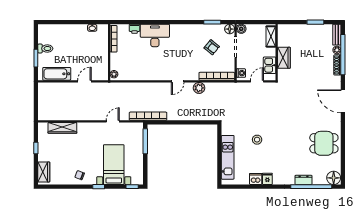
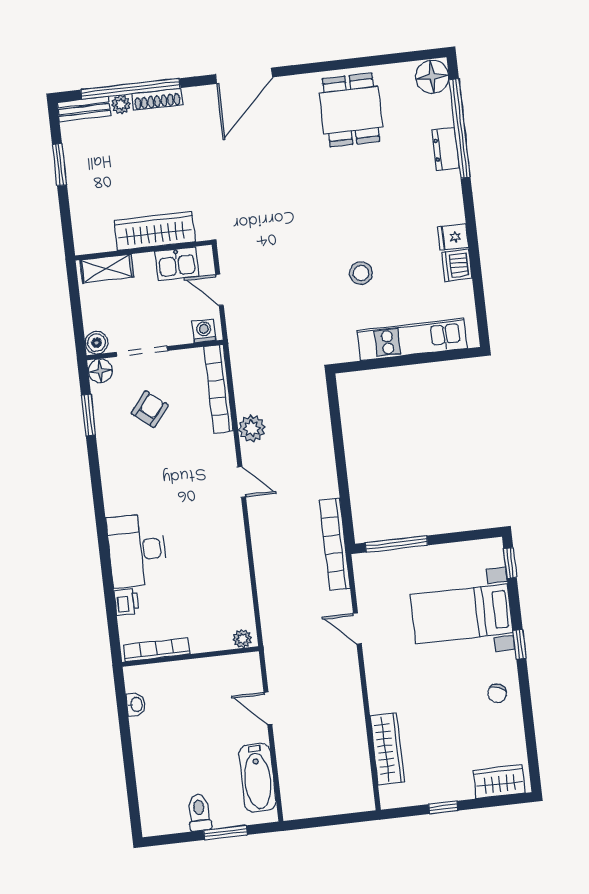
wardrobe: (284, 58) -> (155, 231), width x1.50

